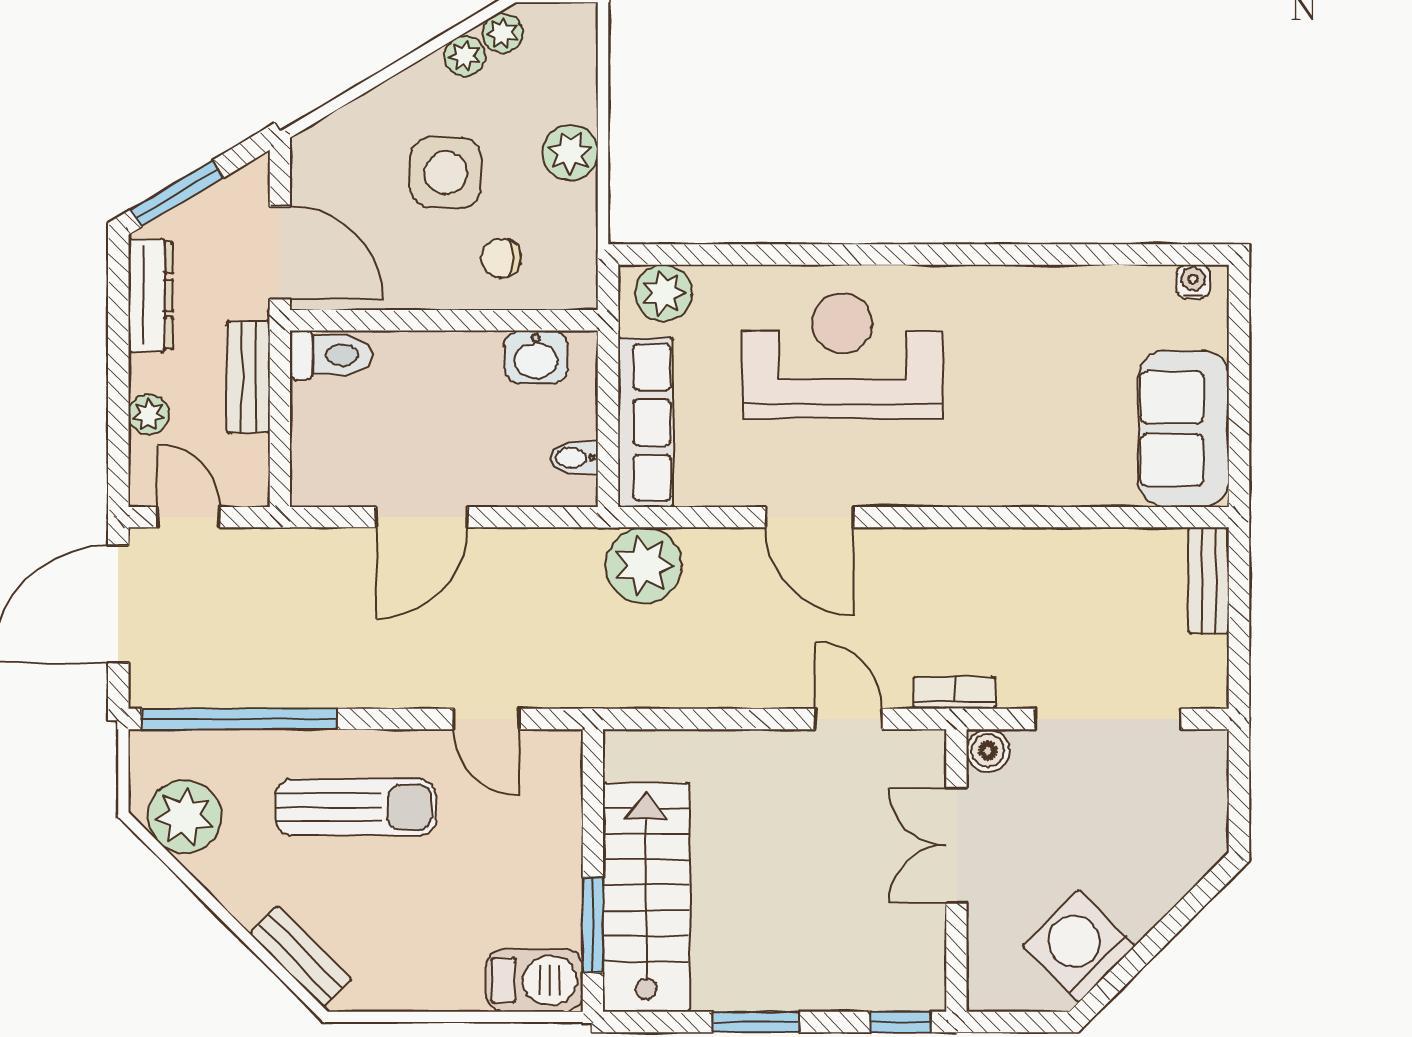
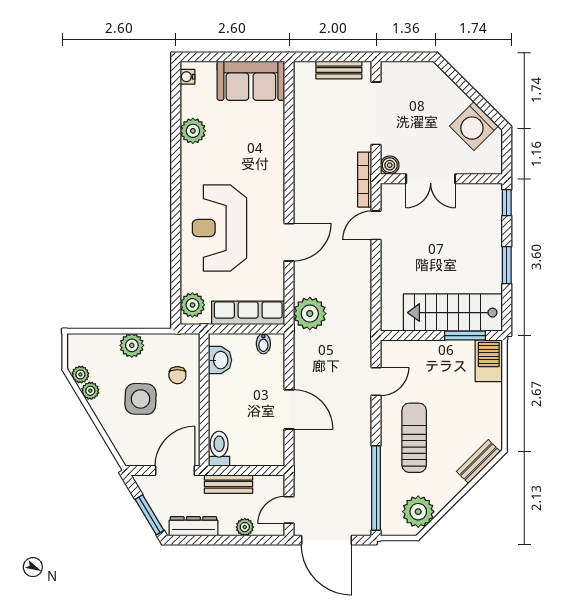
plant: (1068, 294) -> (193, 131), added
bench: (1209, 581) -> (339, 70), moved
bookcase: (955, 693) -> (365, 180), width x1.56

